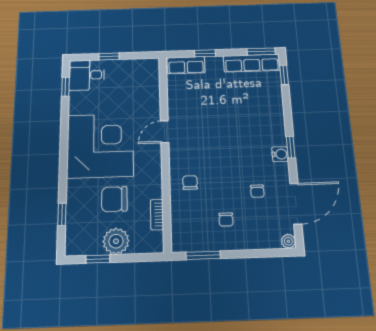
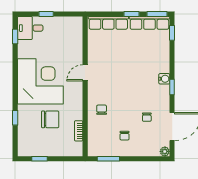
window: (205, 53) -> (132, 14), moved
row of seats: (186, 65) -> (108, 23), width x1.48
water cooler: (280, 154) -> (164, 79), moved
chair: (114, 199) -> (50, 119), turned 180
window: (62, 214) -> (15, 118), moved
plant: (116, 241) -> (51, 148), removed

